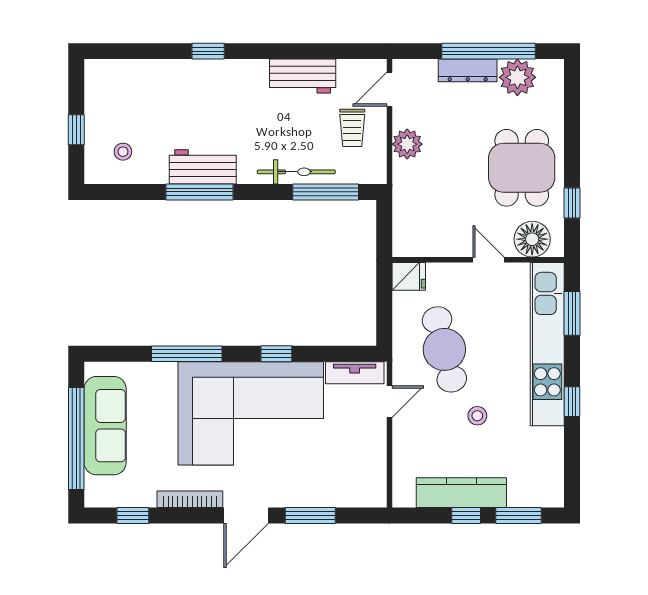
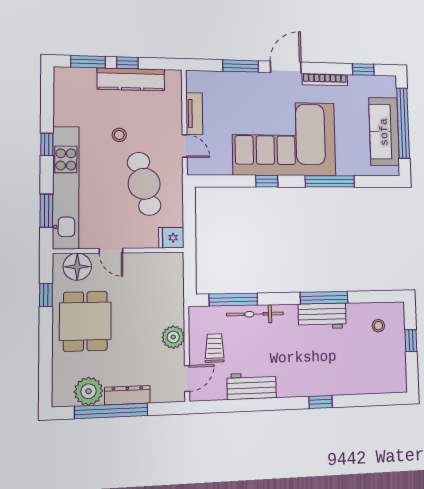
tv unit: (355, 373) -> (194, 114), moved, turned 90
door: (389, 402) -> (185, 146), swing flipped

